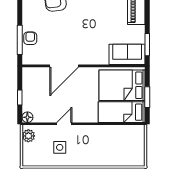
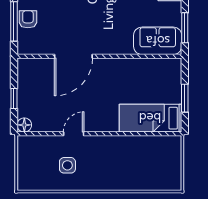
bed: (122, 85) -> (151, 82), removed
plant: (28, 136) -> (26, 150), removed

